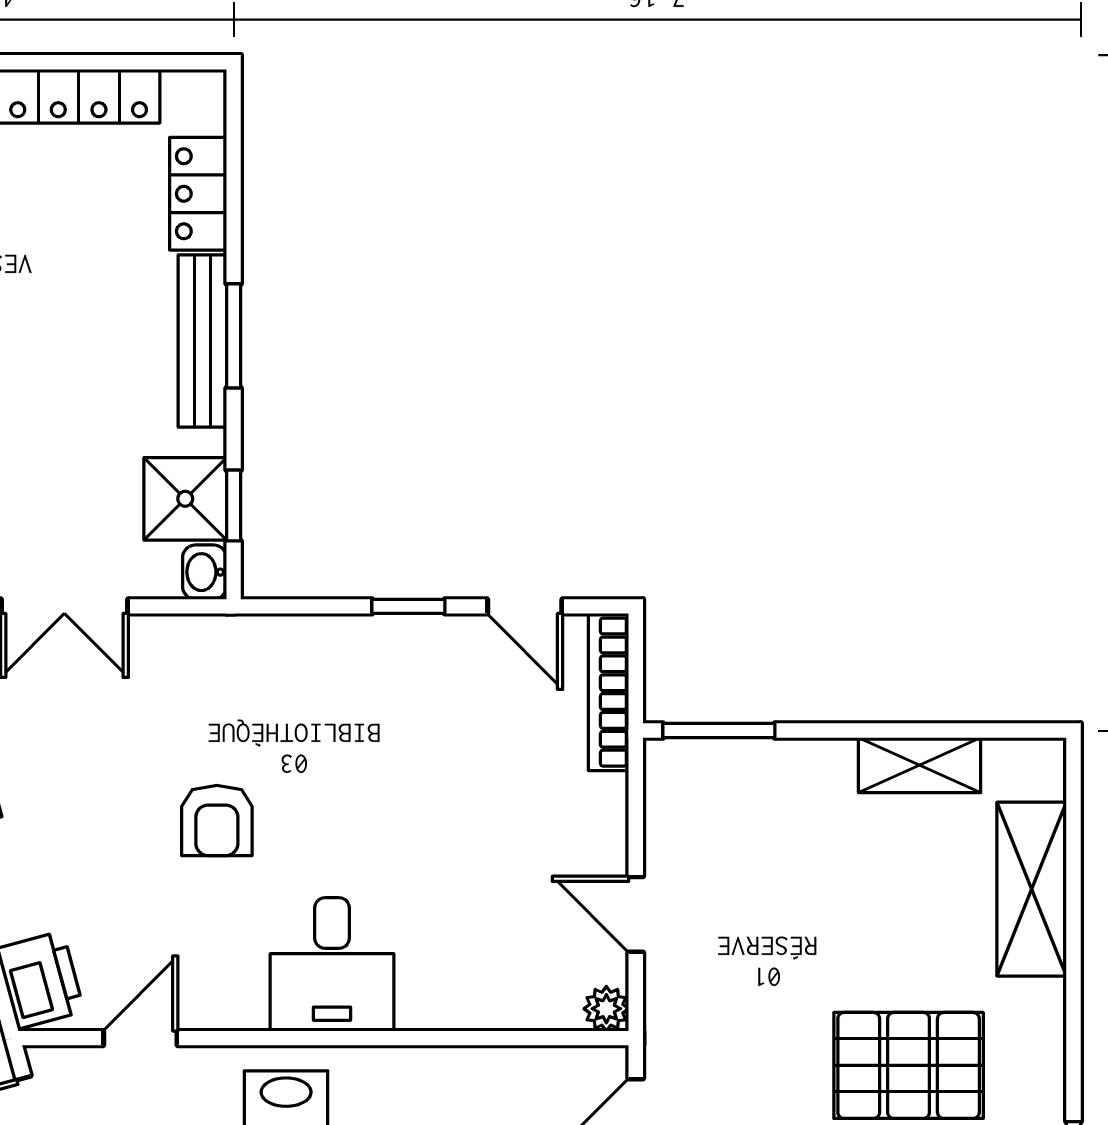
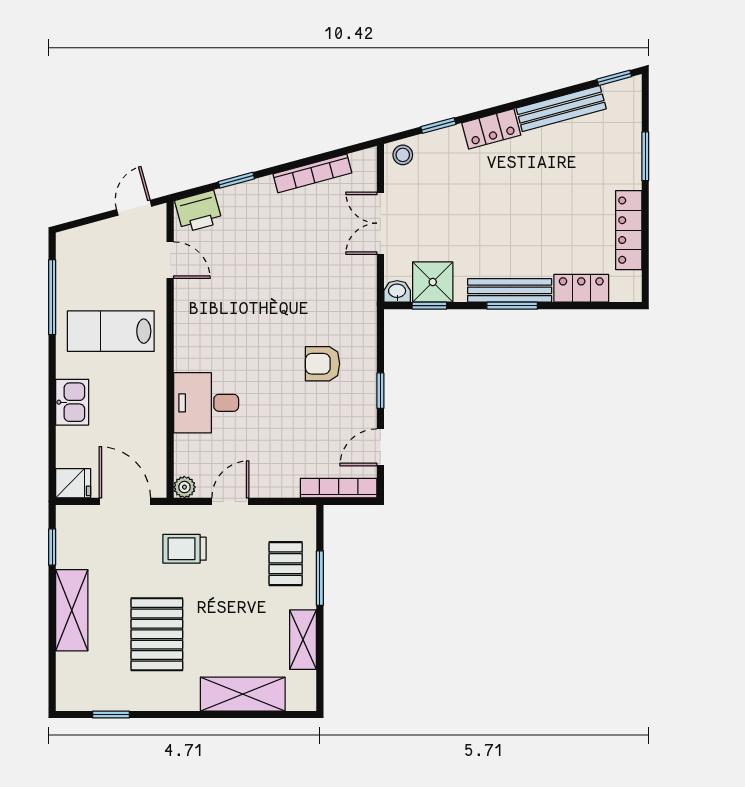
window: (719, 731) -> (320, 578), moved
pallet: (764, 801) -> (286, 564), added
armchair: (217, 820) -> (323, 364), moved
desk: (332, 964) -> (206, 403), moved
trolley: (733, 1009) -> (185, 549), added

